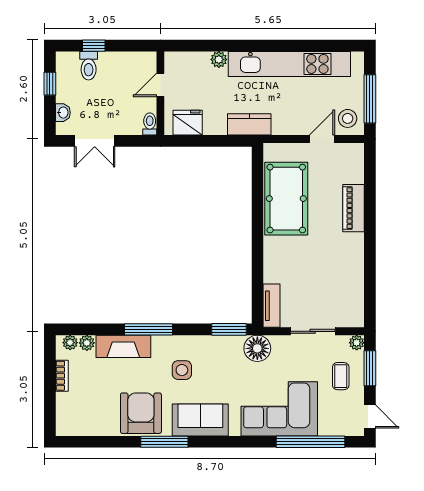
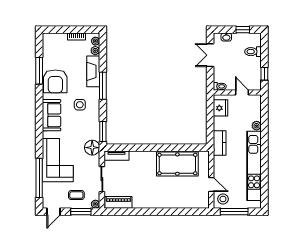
window: (94, 46) -> (264, 74), moved
piano: (354, 208) -> (118, 202), moved
armchair: (141, 413) -> (55, 81), turned 90
window: (164, 442) -> (39, 71), moved

